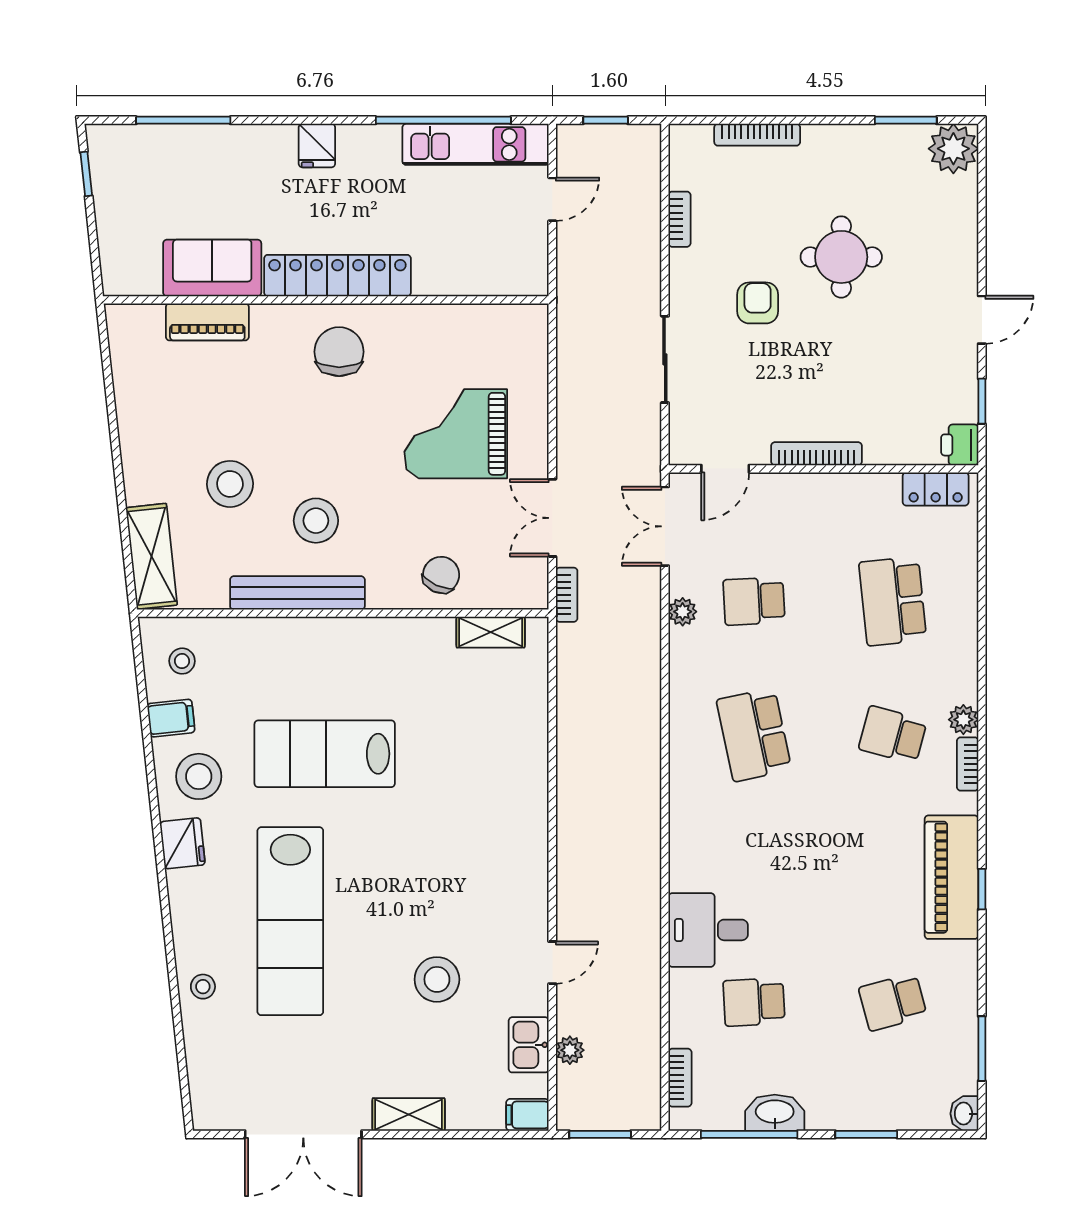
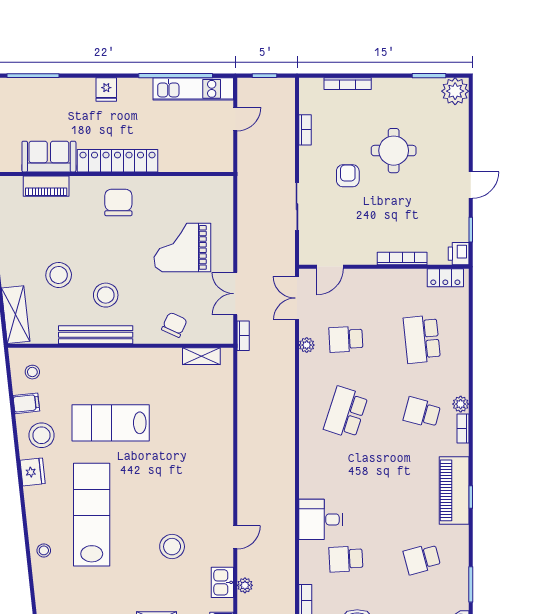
bookcase: (816, 454) -> (402, 258), moved
school desk: (754, 735) -> (346, 412), turned 30
lab bench: (290, 921) -> (92, 515), turned 180

